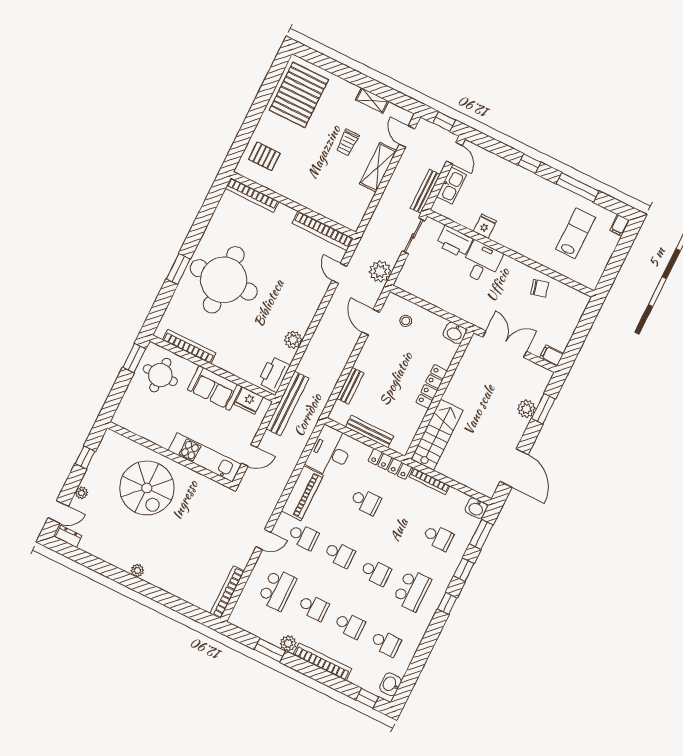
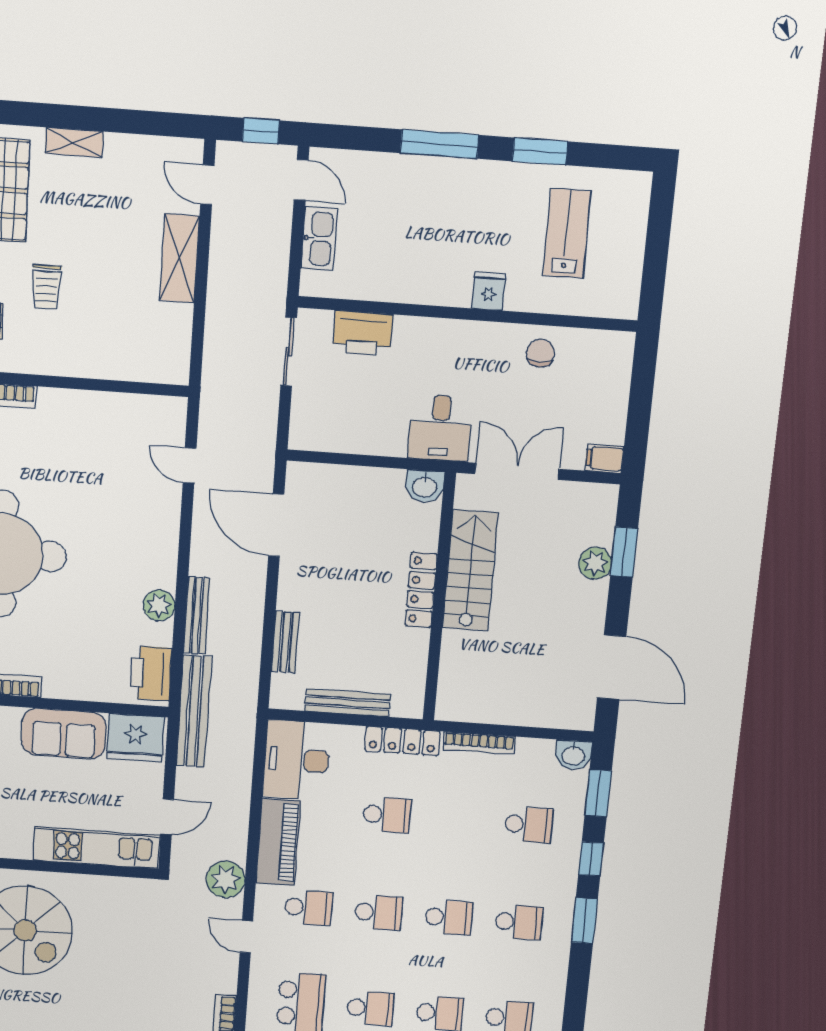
shelving: (372, 101) -> (74, 143), moved
trolley: (348, 142) -> (46, 287), moved
window: (529, 164) -> (439, 144), width x2.17
window: (578, 187) -> (540, 151), width x0.69
bench: (425, 191) -> (197, 616), moved
filing cabinet: (620, 225) -> (639, 188), removed
fridge: (485, 226) -> (489, 291), moved
bookcase: (323, 231) -> (131, 406), removed
desk: (481, 262) -> (440, 428), moved, turned 180
plant: (380, 271) -> (226, 879), moved
chair: (540, 288) -> (540, 353), turned -76
stool: (406, 321) -> (334, 500), removed
door: (371, 322) -> (276, 525), width x1.36
fridge: (249, 401) -> (135, 738), width x1.36, depth x1.34
stairs: (437, 435) -> (470, 570), moved
door: (263, 540) -> (246, 937), swing flipped
school desk: (412, 590) -> (519, 922), width x0.54
window: (447, 603) -> (584, 921), width x1.50

